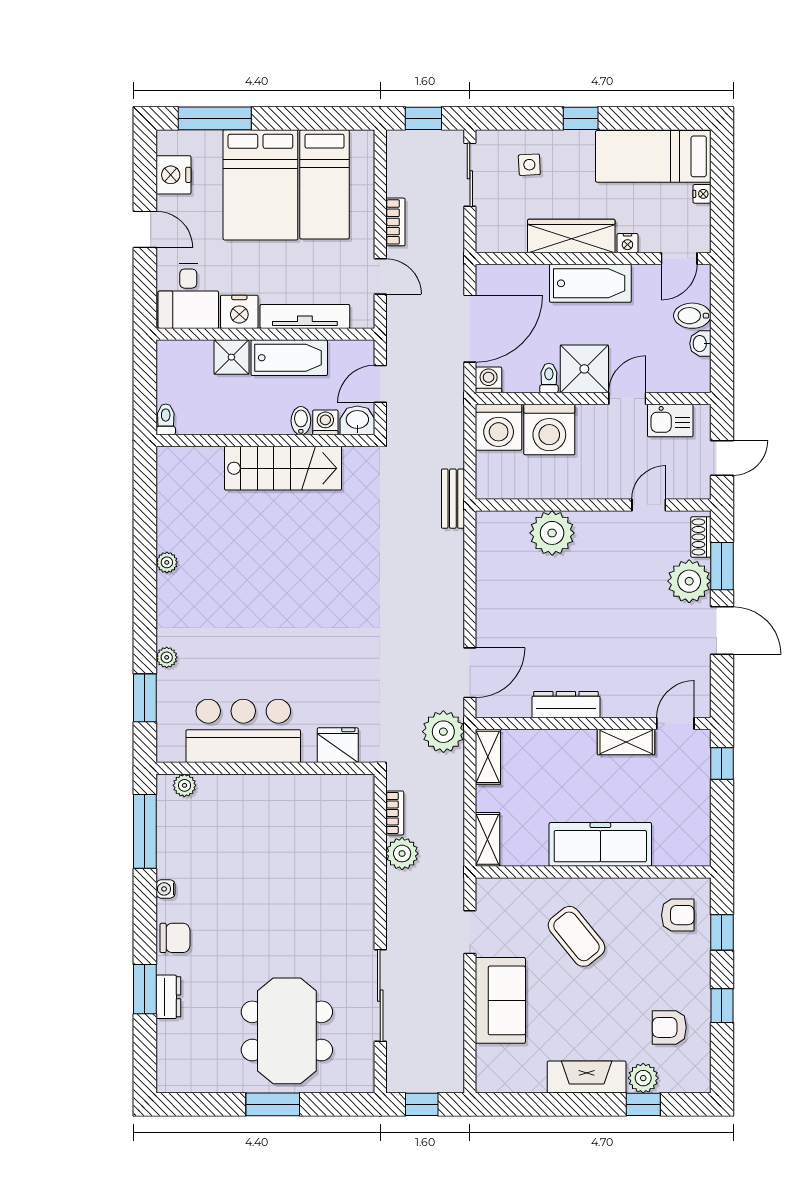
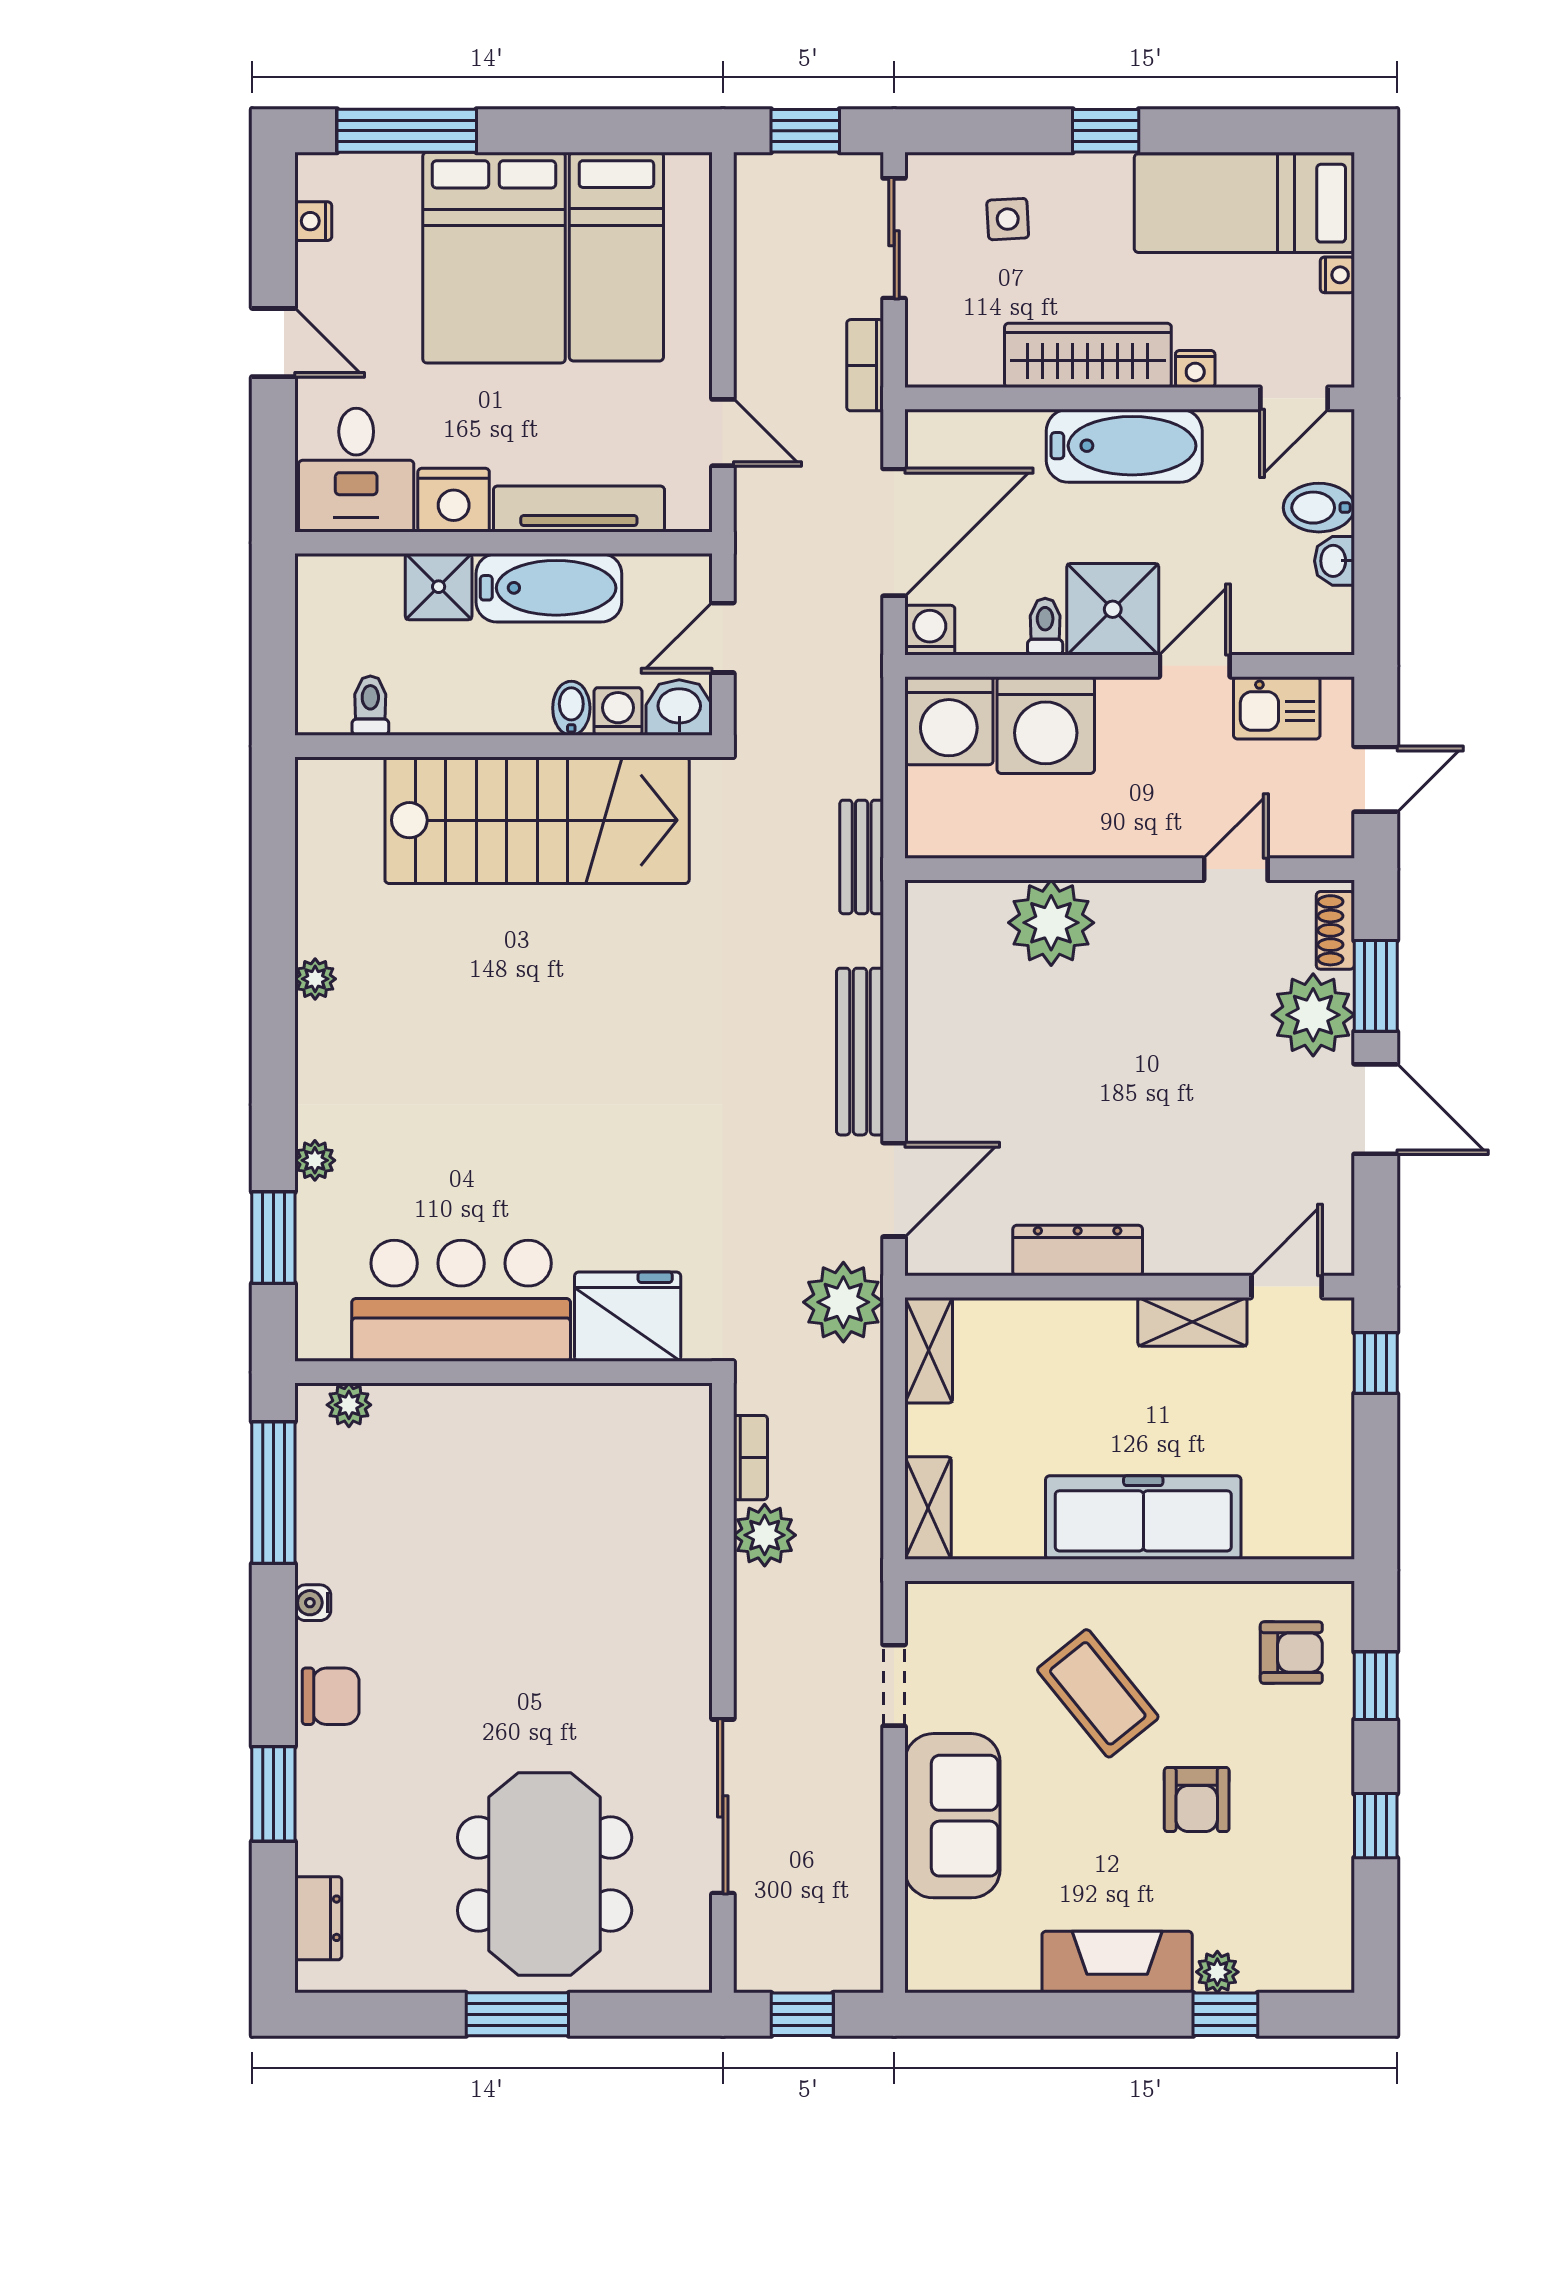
nightstand: (173, 175) -> (313, 221), width x0.53, depth x0.56
bookcase: (395, 222) -> (865, 365), moved, turned 180
toilet: (166, 419) -> (370, 706), moved
stairs: (283, 468) -> (537, 820), width x1.36, depth x1.51
bench: (452, 600) -> (860, 1052), added
fridge: (338, 745) -> (628, 1317), width x1.36, depth x1.34
dresser: (168, 997) -> (318, 1918), moved
armchair: (669, 1027) -> (1197, 1800), moved, turned -90
plant: (643, 1078) -> (1217, 1972), width x0.73, depth x0.73

